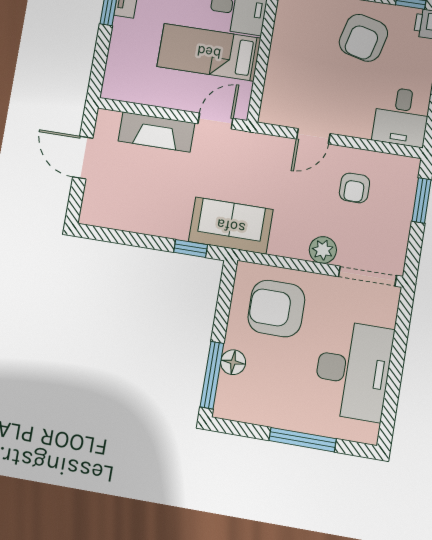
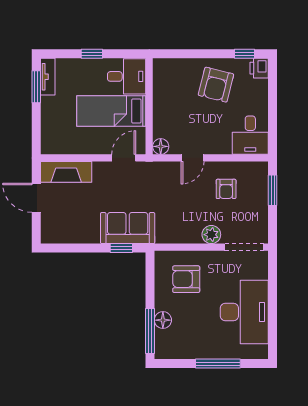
floor lamp: (270, 113) -> (161, 146), added
fireplace: (156, 132) -> (66, 172), moved
sofa: (231, 226) -> (128, 228), moved
armchair: (276, 309) -> (186, 279), width x0.73, depth x0.73

